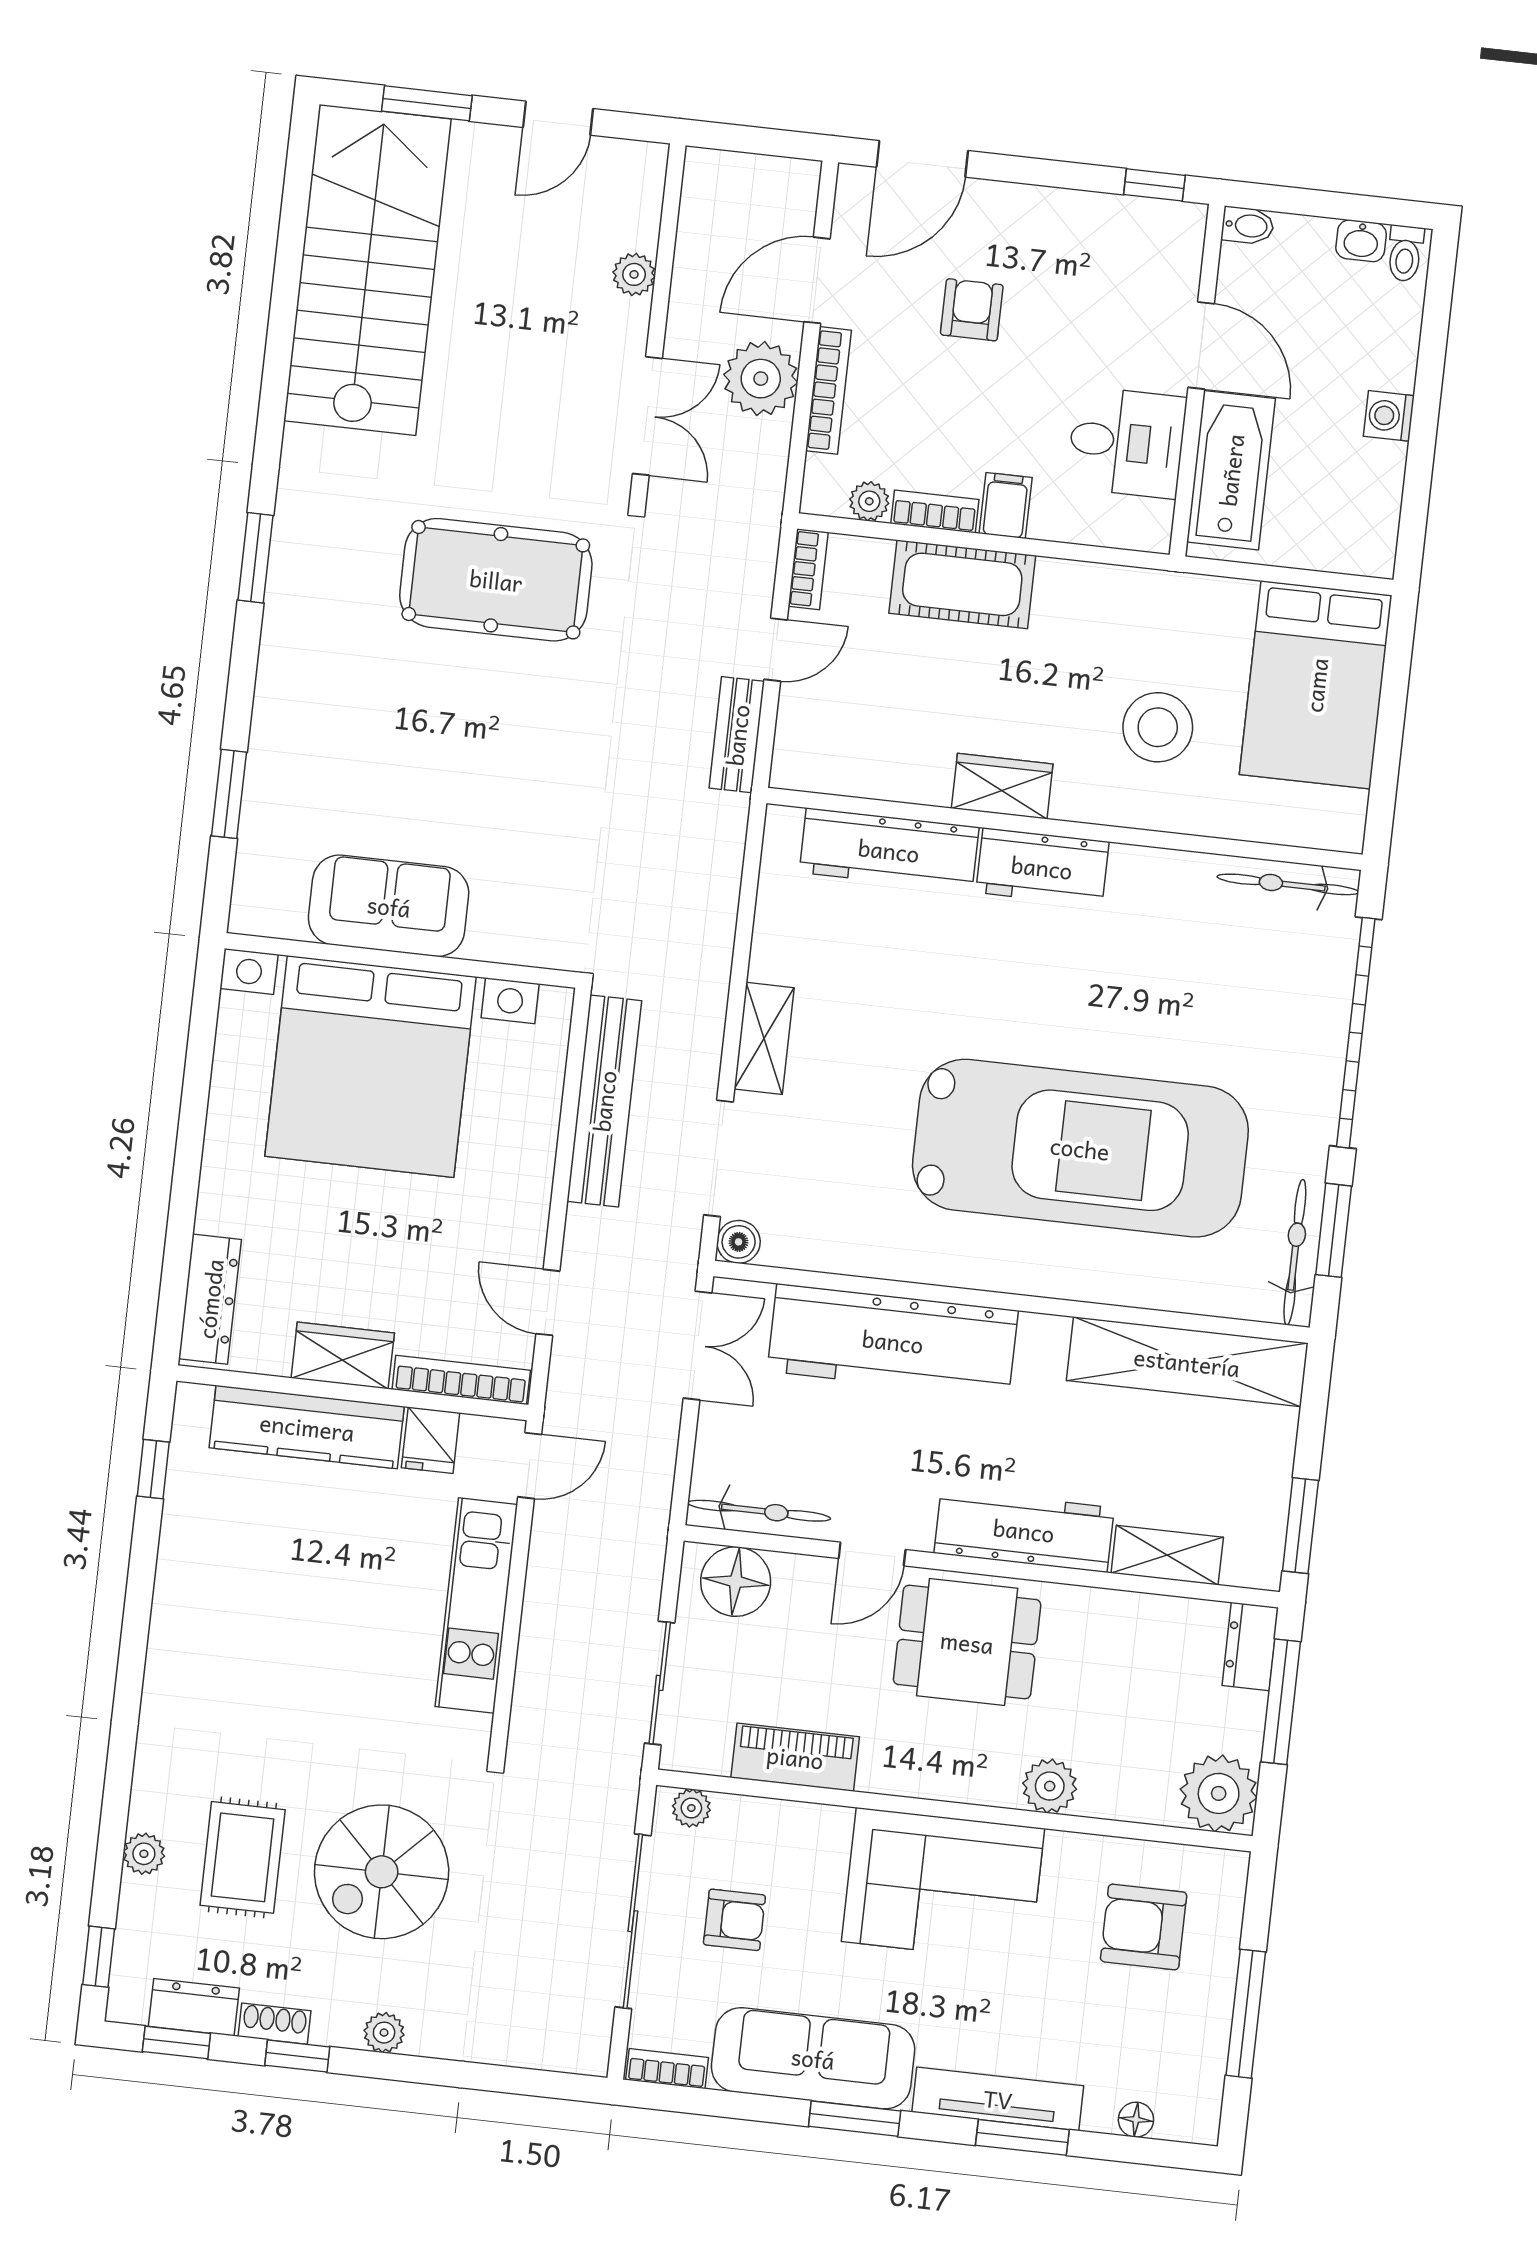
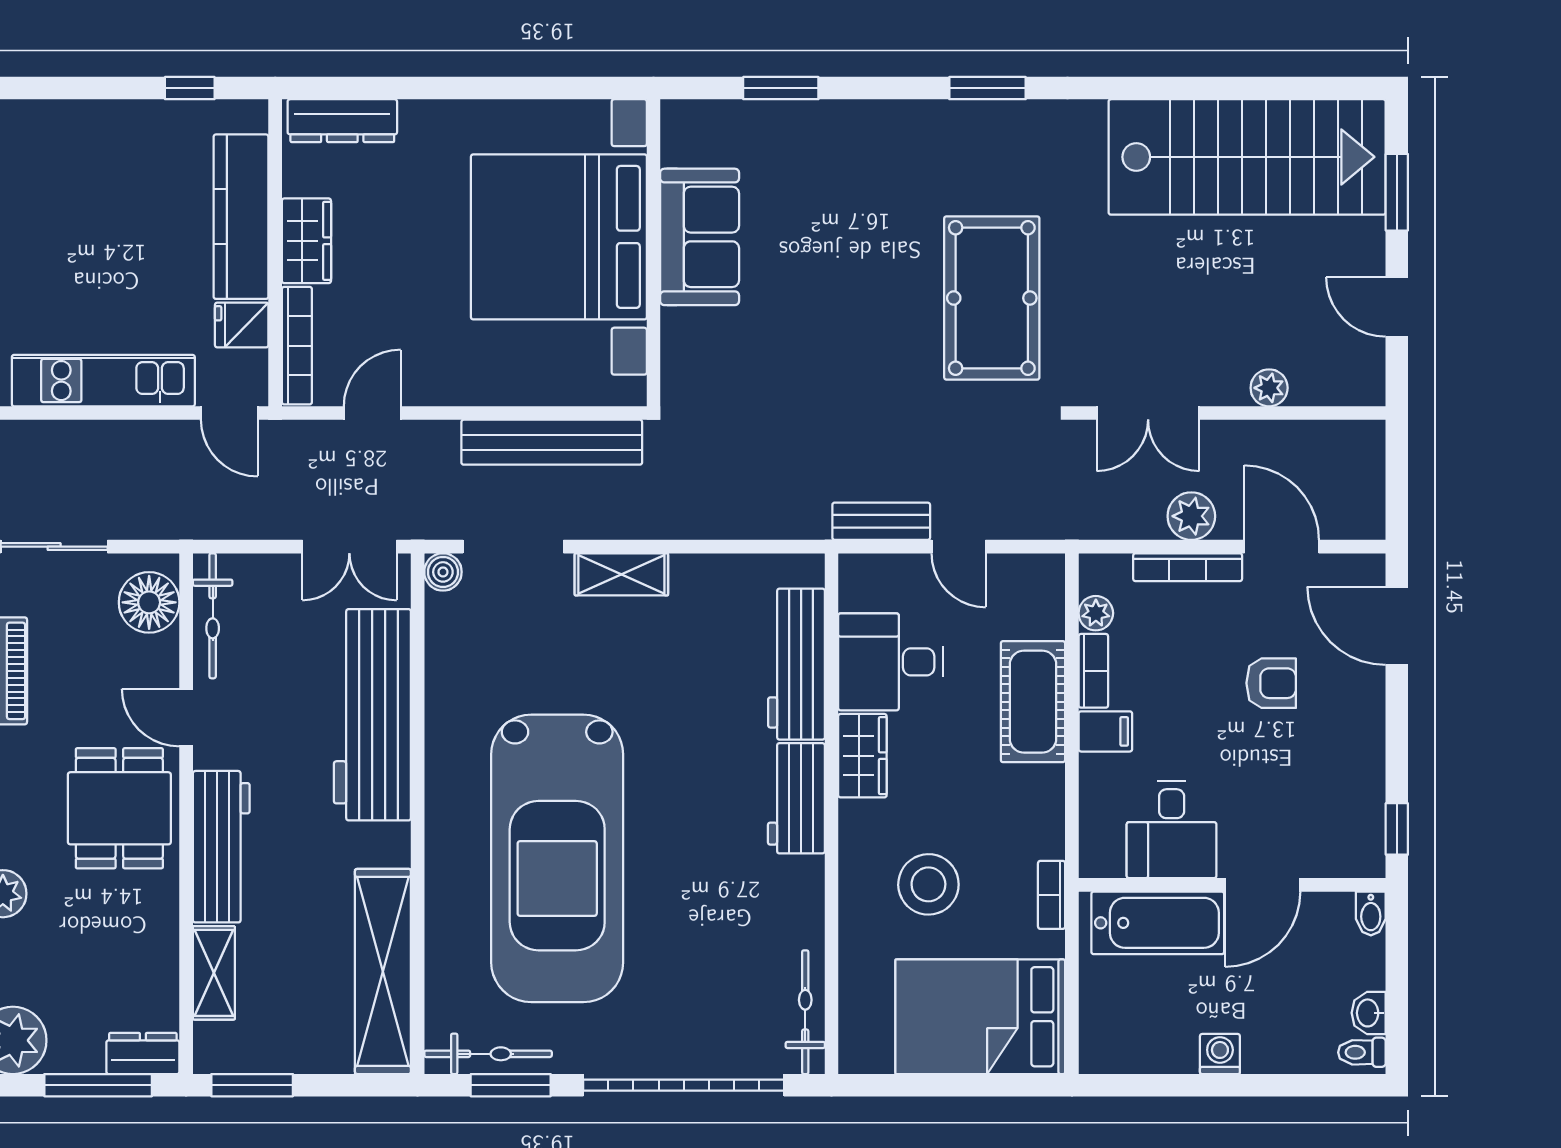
plant: (761, 379) -> (1191, 516), width x0.73, depth x0.73
bookcase: (808, 569) -> (1052, 895), moved, turned 90
desk: (899, 742) -> (890, 662), added

